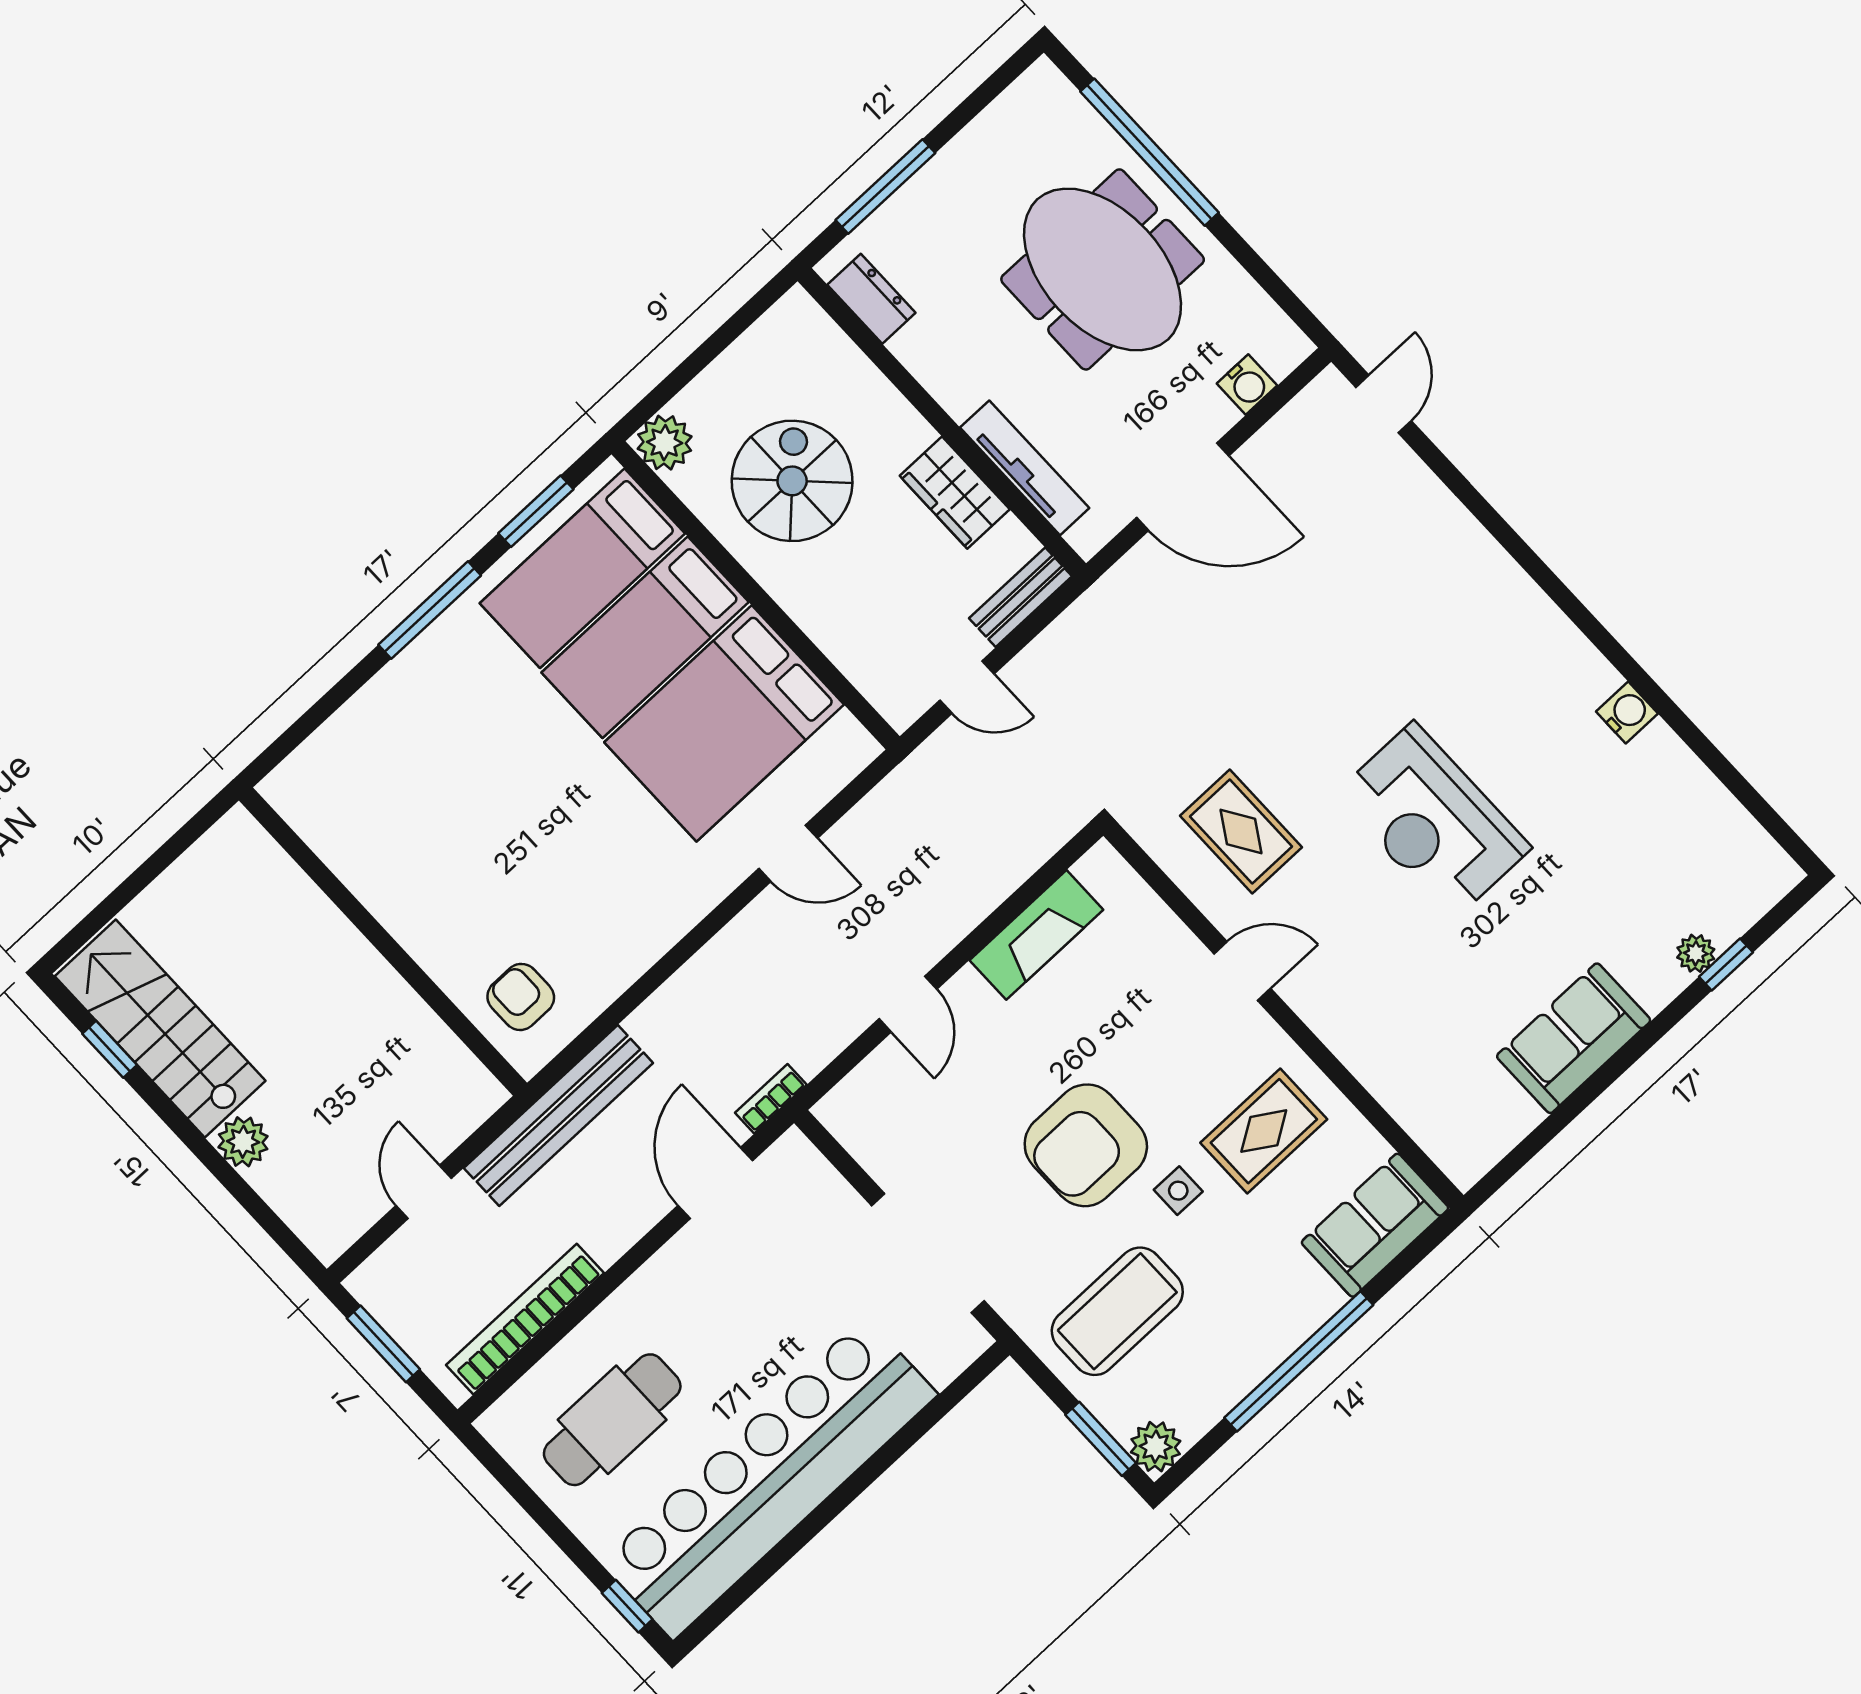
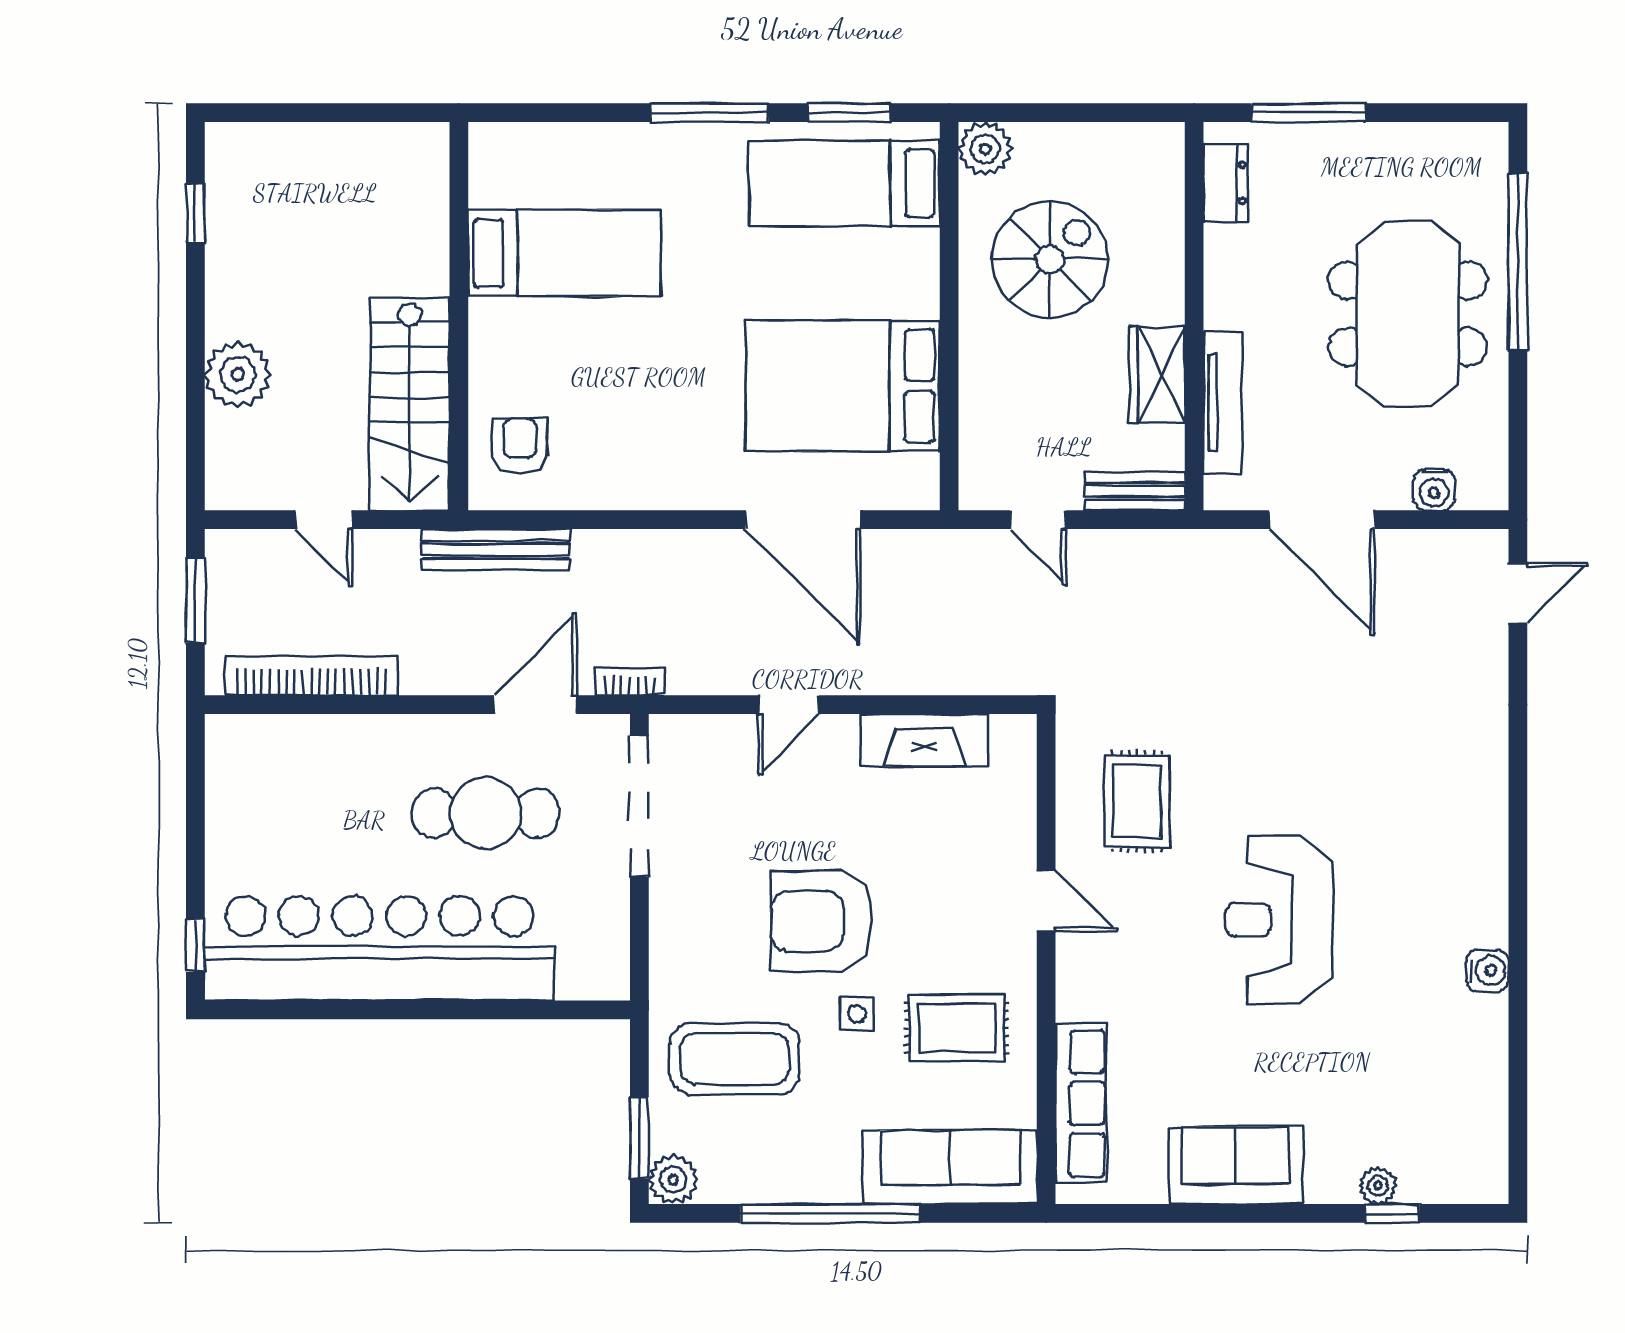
bed: (645, 637) -> (564, 253), moved, turned 180
door: (788, 853) -> (803, 520), width x1.87
stairs: (160, 1028) -> (410, 404), moved, turned 180
row of seats: (1412, 1101) -> (1081, 1104), added
bench: (558, 1115) -> (496, 550), width x0.73, depth x0.82
plant: (243, 1142) -> (238, 375), width x1.36, depth x1.36
door: (424, 1192) -> (323, 520), swing flipped
sofa: (1375, 1225) -> (950, 1167), width x1.36
doorway: (928, 1253) -> (639, 806), moved
cafe table: (612, 1420) -> (486, 813), moved

